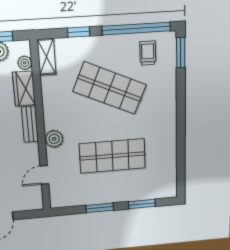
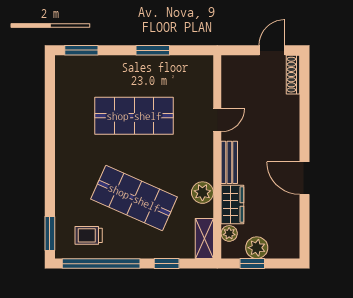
trolley: (148, 53) -> (89, 235), turned 90
plant: (54, 139) -> (202, 193), moved
door: (44, 175) -> (217, 120), moved
window: (142, 204) -> (81, 50), moved

